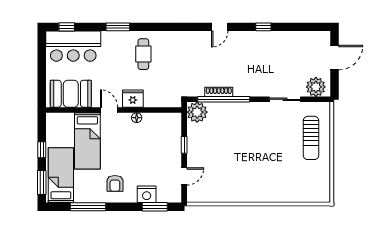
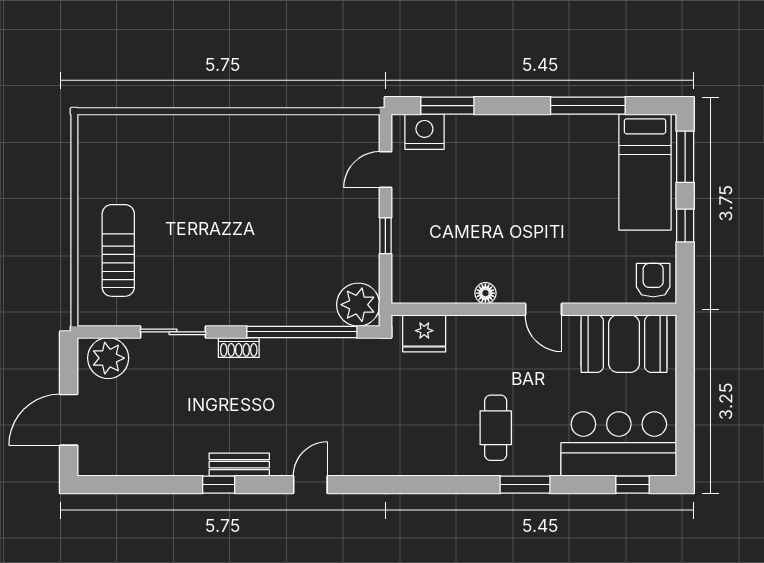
bench: (254, 36) -> (239, 465), added
cafe table: (143, 54) -> (496, 428), moved
shoe rack: (219, 92) -> (239, 347), moved, width x0.70
fridge: (133, 99) -> (424, 333), moved
bed: (87, 141) -> (589, 244), removed
armchair: (115, 183) -> (653, 280), moved
nightstand: (147, 194) -> (424, 132), moved

